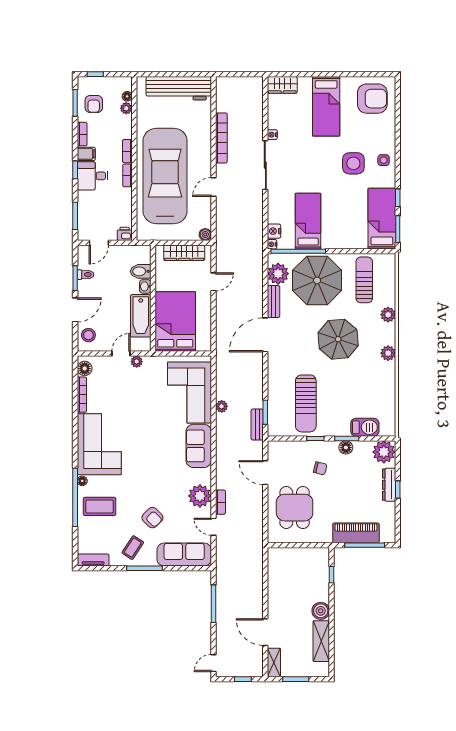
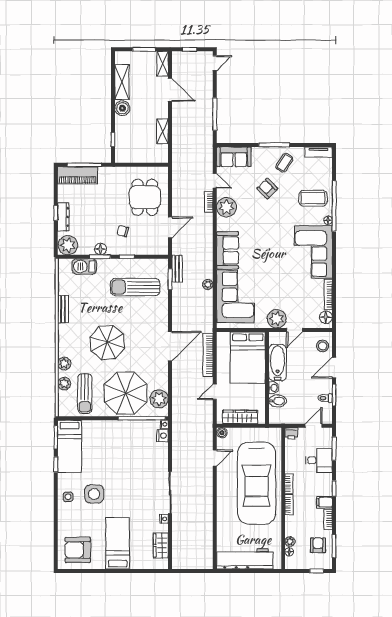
wardrobe: (282, 85) -> (161, 545), moved, turned -90
bookcase: (221, 138) -> (208, 355), moved
desk: (93, 176) -> (319, 460), moved
door: (213, 187) -> (215, 458), moved
bed: (308, 221) -> (133, 444), removed
bench: (274, 302) -> (63, 309), moved
plant: (388, 353) -> (64, 384), moved
plant: (137, 362) -> (277, 319), width x1.88, depth x1.88
sun lounger: (306, 403) -> (135, 287), turned -90
door: (265, 473) -> (170, 227), hinge flipped
piano: (356, 533) -> (78, 175), moved
sofa: (184, 555) -> (234, 157), width x0.73
shelving: (274, 584) -> (163, 131), added

